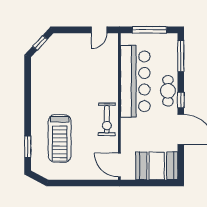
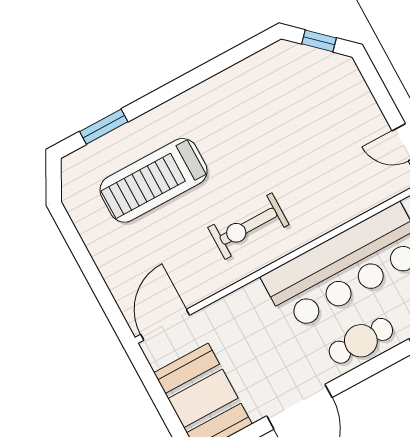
window: (181, 100) -> (356, 376), removed
exercise bike: (107, 119) -> (248, 226), moved

